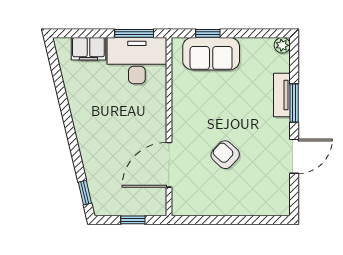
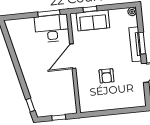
filing cabinet: (88, 49) -> (24, 24), removed
tv unit: (282, 95) -> (135, 44), width x1.41
armchair: (225, 155) -> (107, 76), turned -133
door: (169, 165) -> (73, 56), moved

